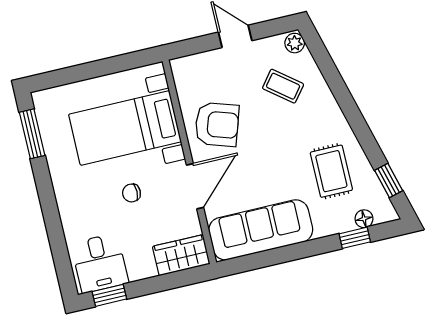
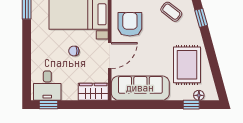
armchair: (217, 124) -> (130, 24), turned -108
rug: (331, 171) -> (187, 65), width x1.36, depth x1.43
window: (389, 181) -> (201, 18), moved

